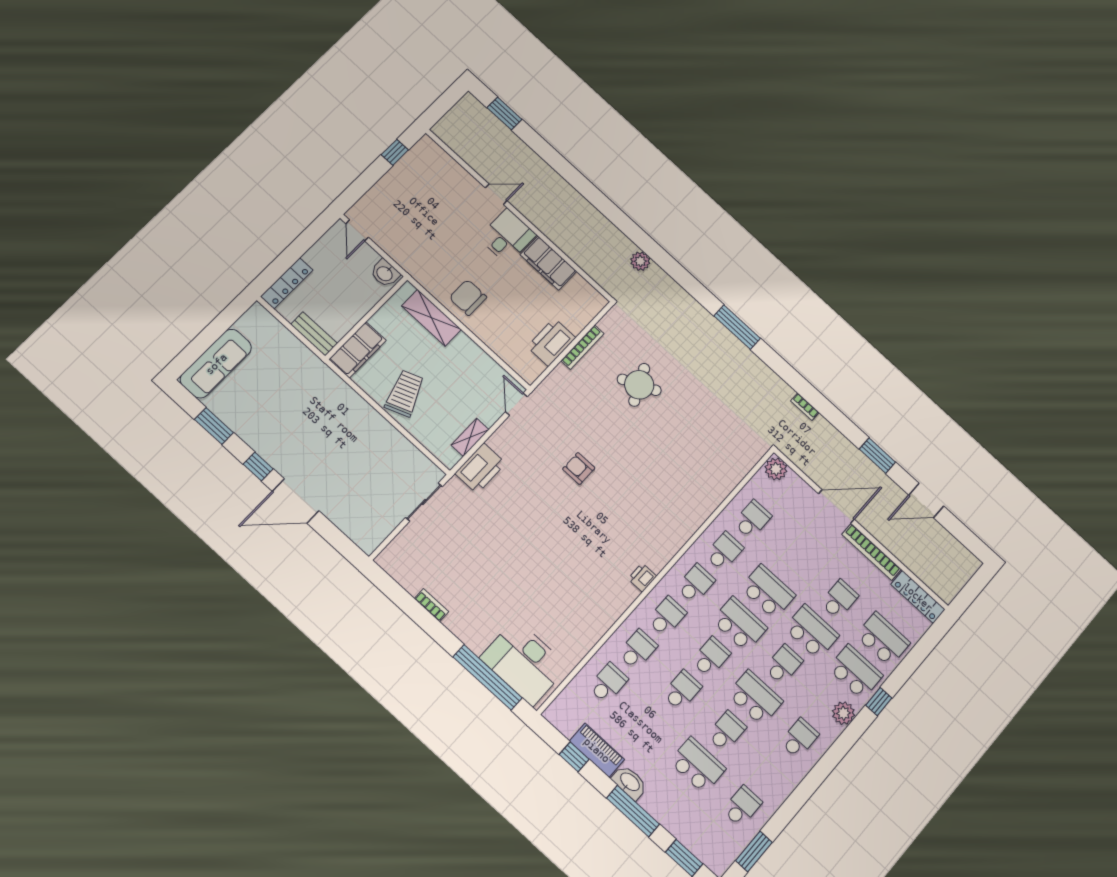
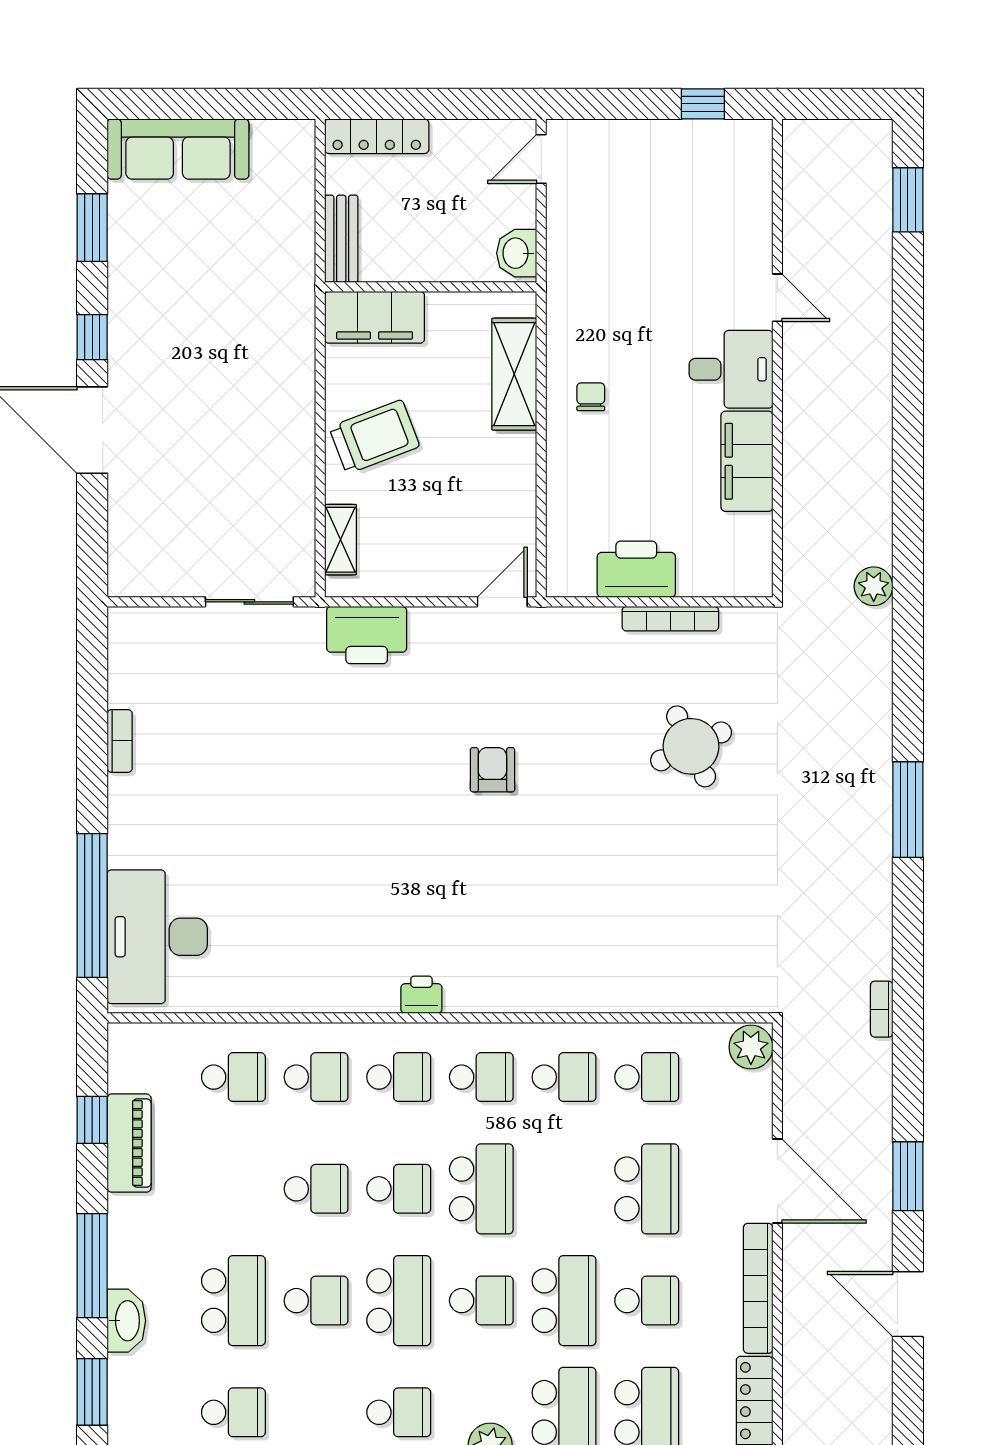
chair: (468, 297) -> (591, 397), width x0.54, depth x0.54
shelving: (470, 437) -> (340, 540), moved, turned 90
school desk: (768, 592) -> (647, 1189), moved
washbasin: (630, 782) -> (126, 1321), moved

